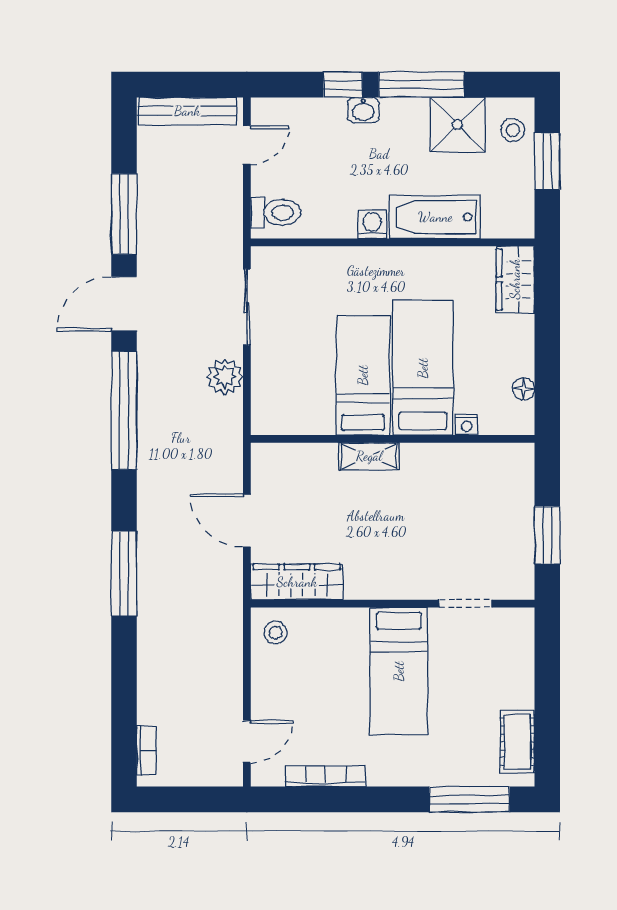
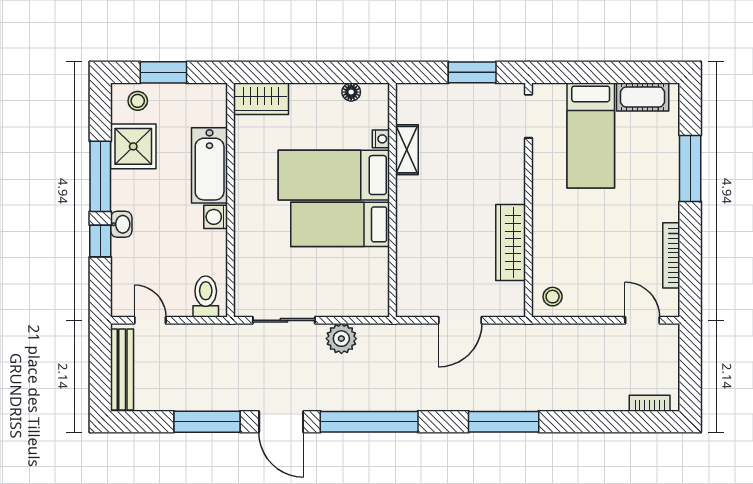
shelving: (369, 456) -> (407, 150), moved
wardrobe: (297, 582) -> (511, 242), moved
doorway: (465, 604) -> (529, 116), moved
bed: (399, 671) -> (591, 136), moved, turned 90
window: (469, 799) -> (690, 168), moved

